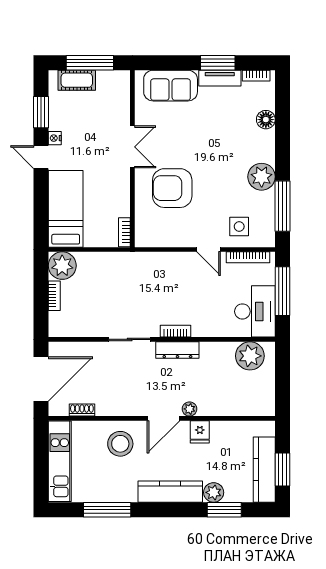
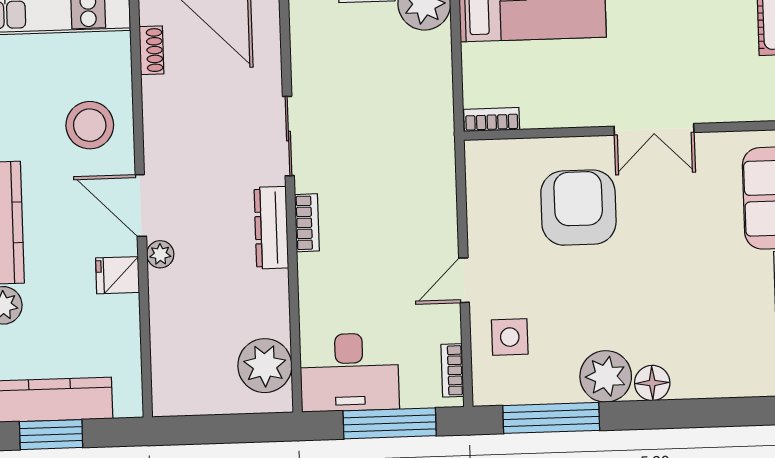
floor lamp: (266, 120) -> (652, 383), moved
bookcase: (248, 257) -> (452, 370), width x0.64

